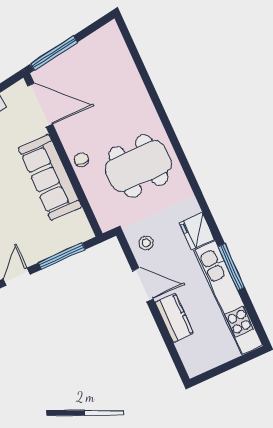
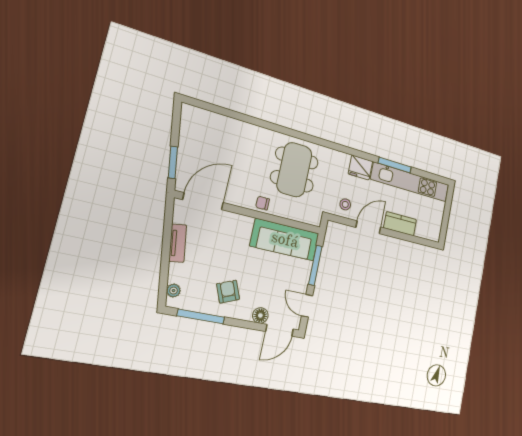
window: (54, 53) -> (173, 162), width x0.69
sofa: (50, 177) -> (285, 240), moved

